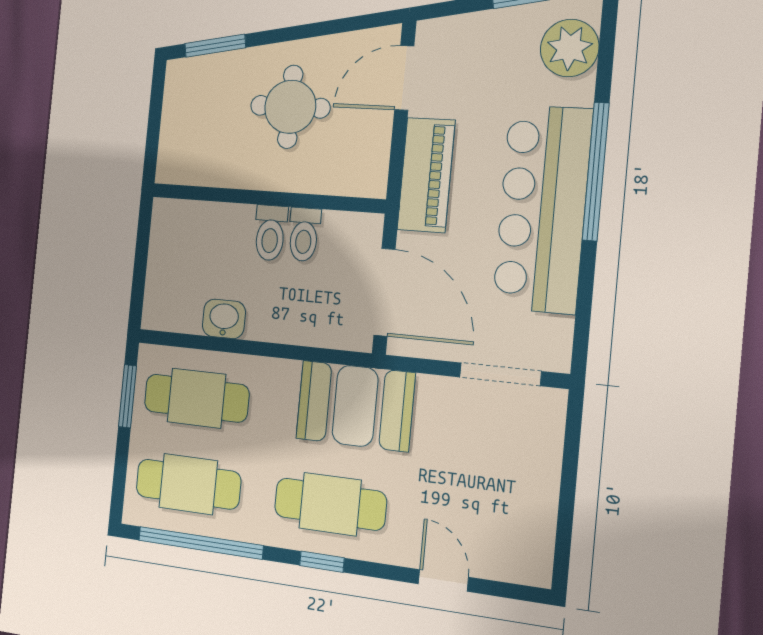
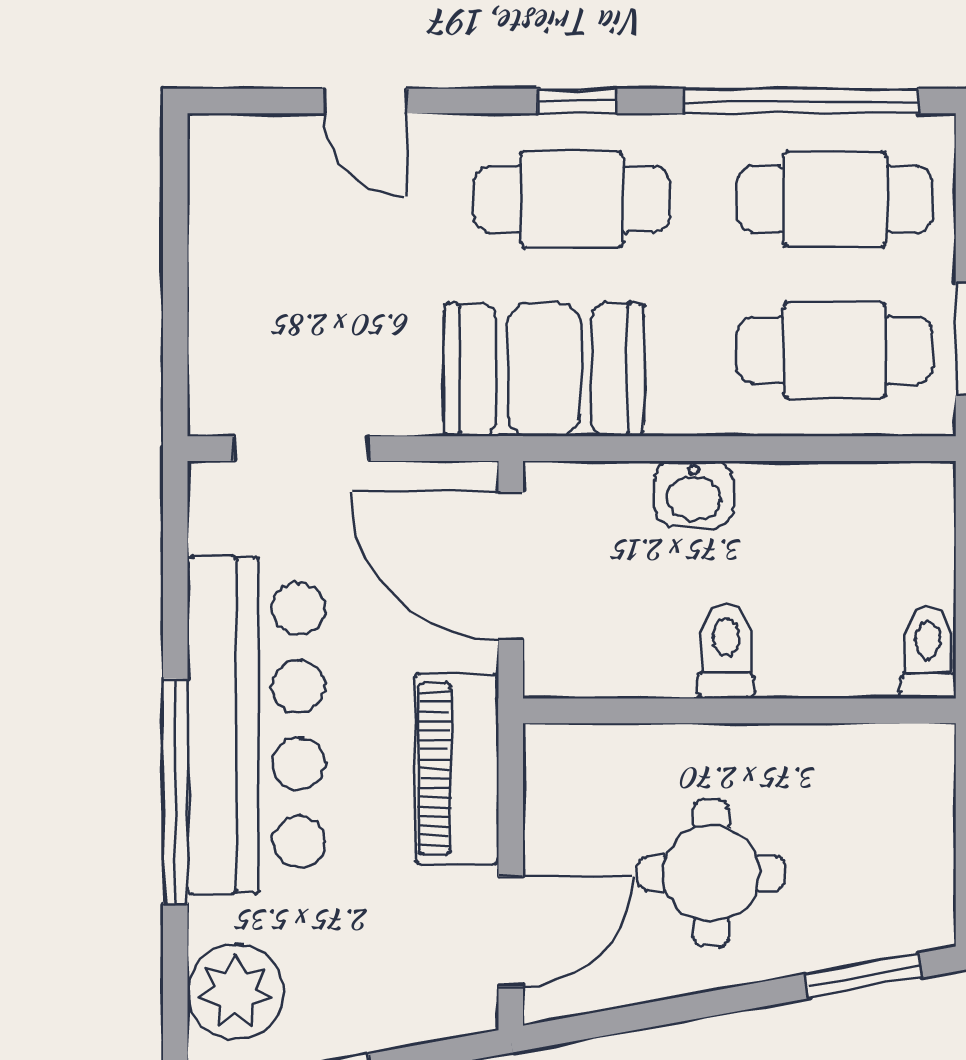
toilet: (304, 234) -> (928, 653), moved
washbasin: (224, 319) -> (694, 494), moved

